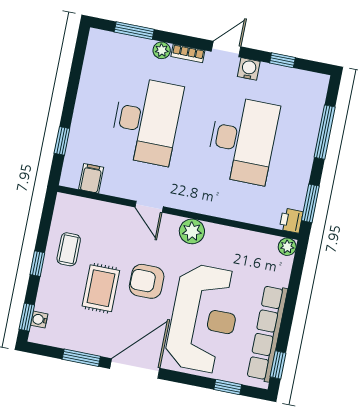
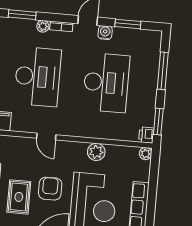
window: (282, 60) -> (128, 24), width x1.50
plant: (192, 231) -> (96, 152), moved
armchair: (147, 281) -> (50, 189), turned 90

